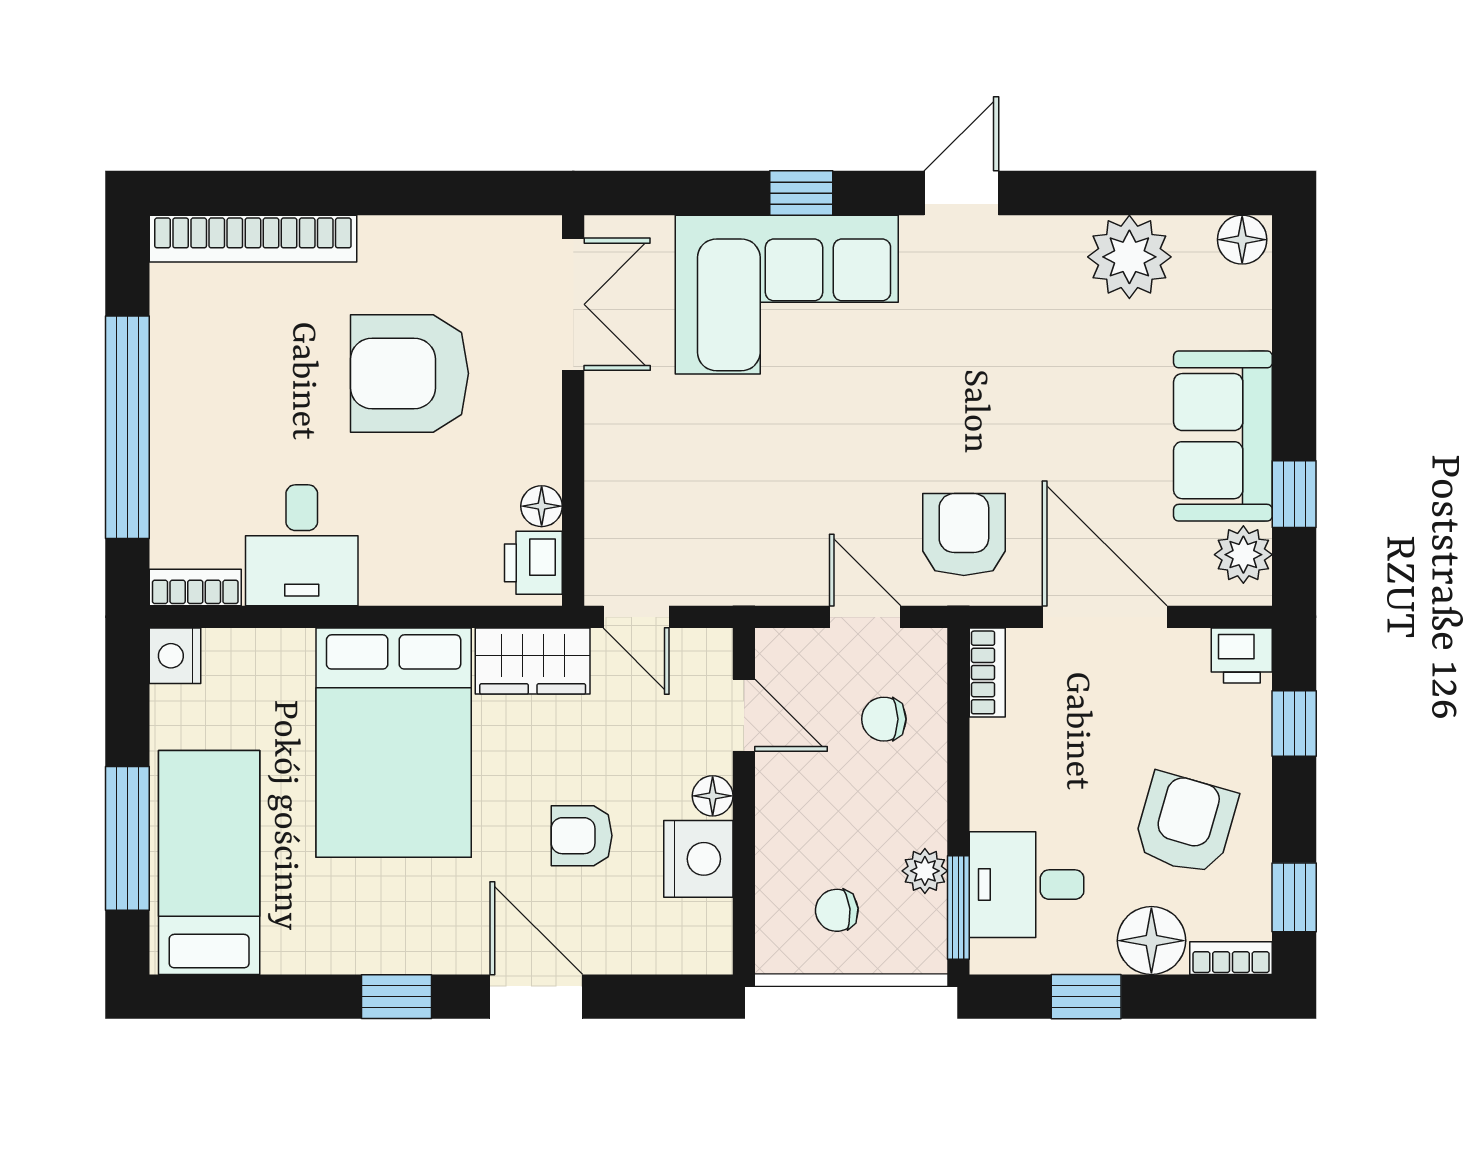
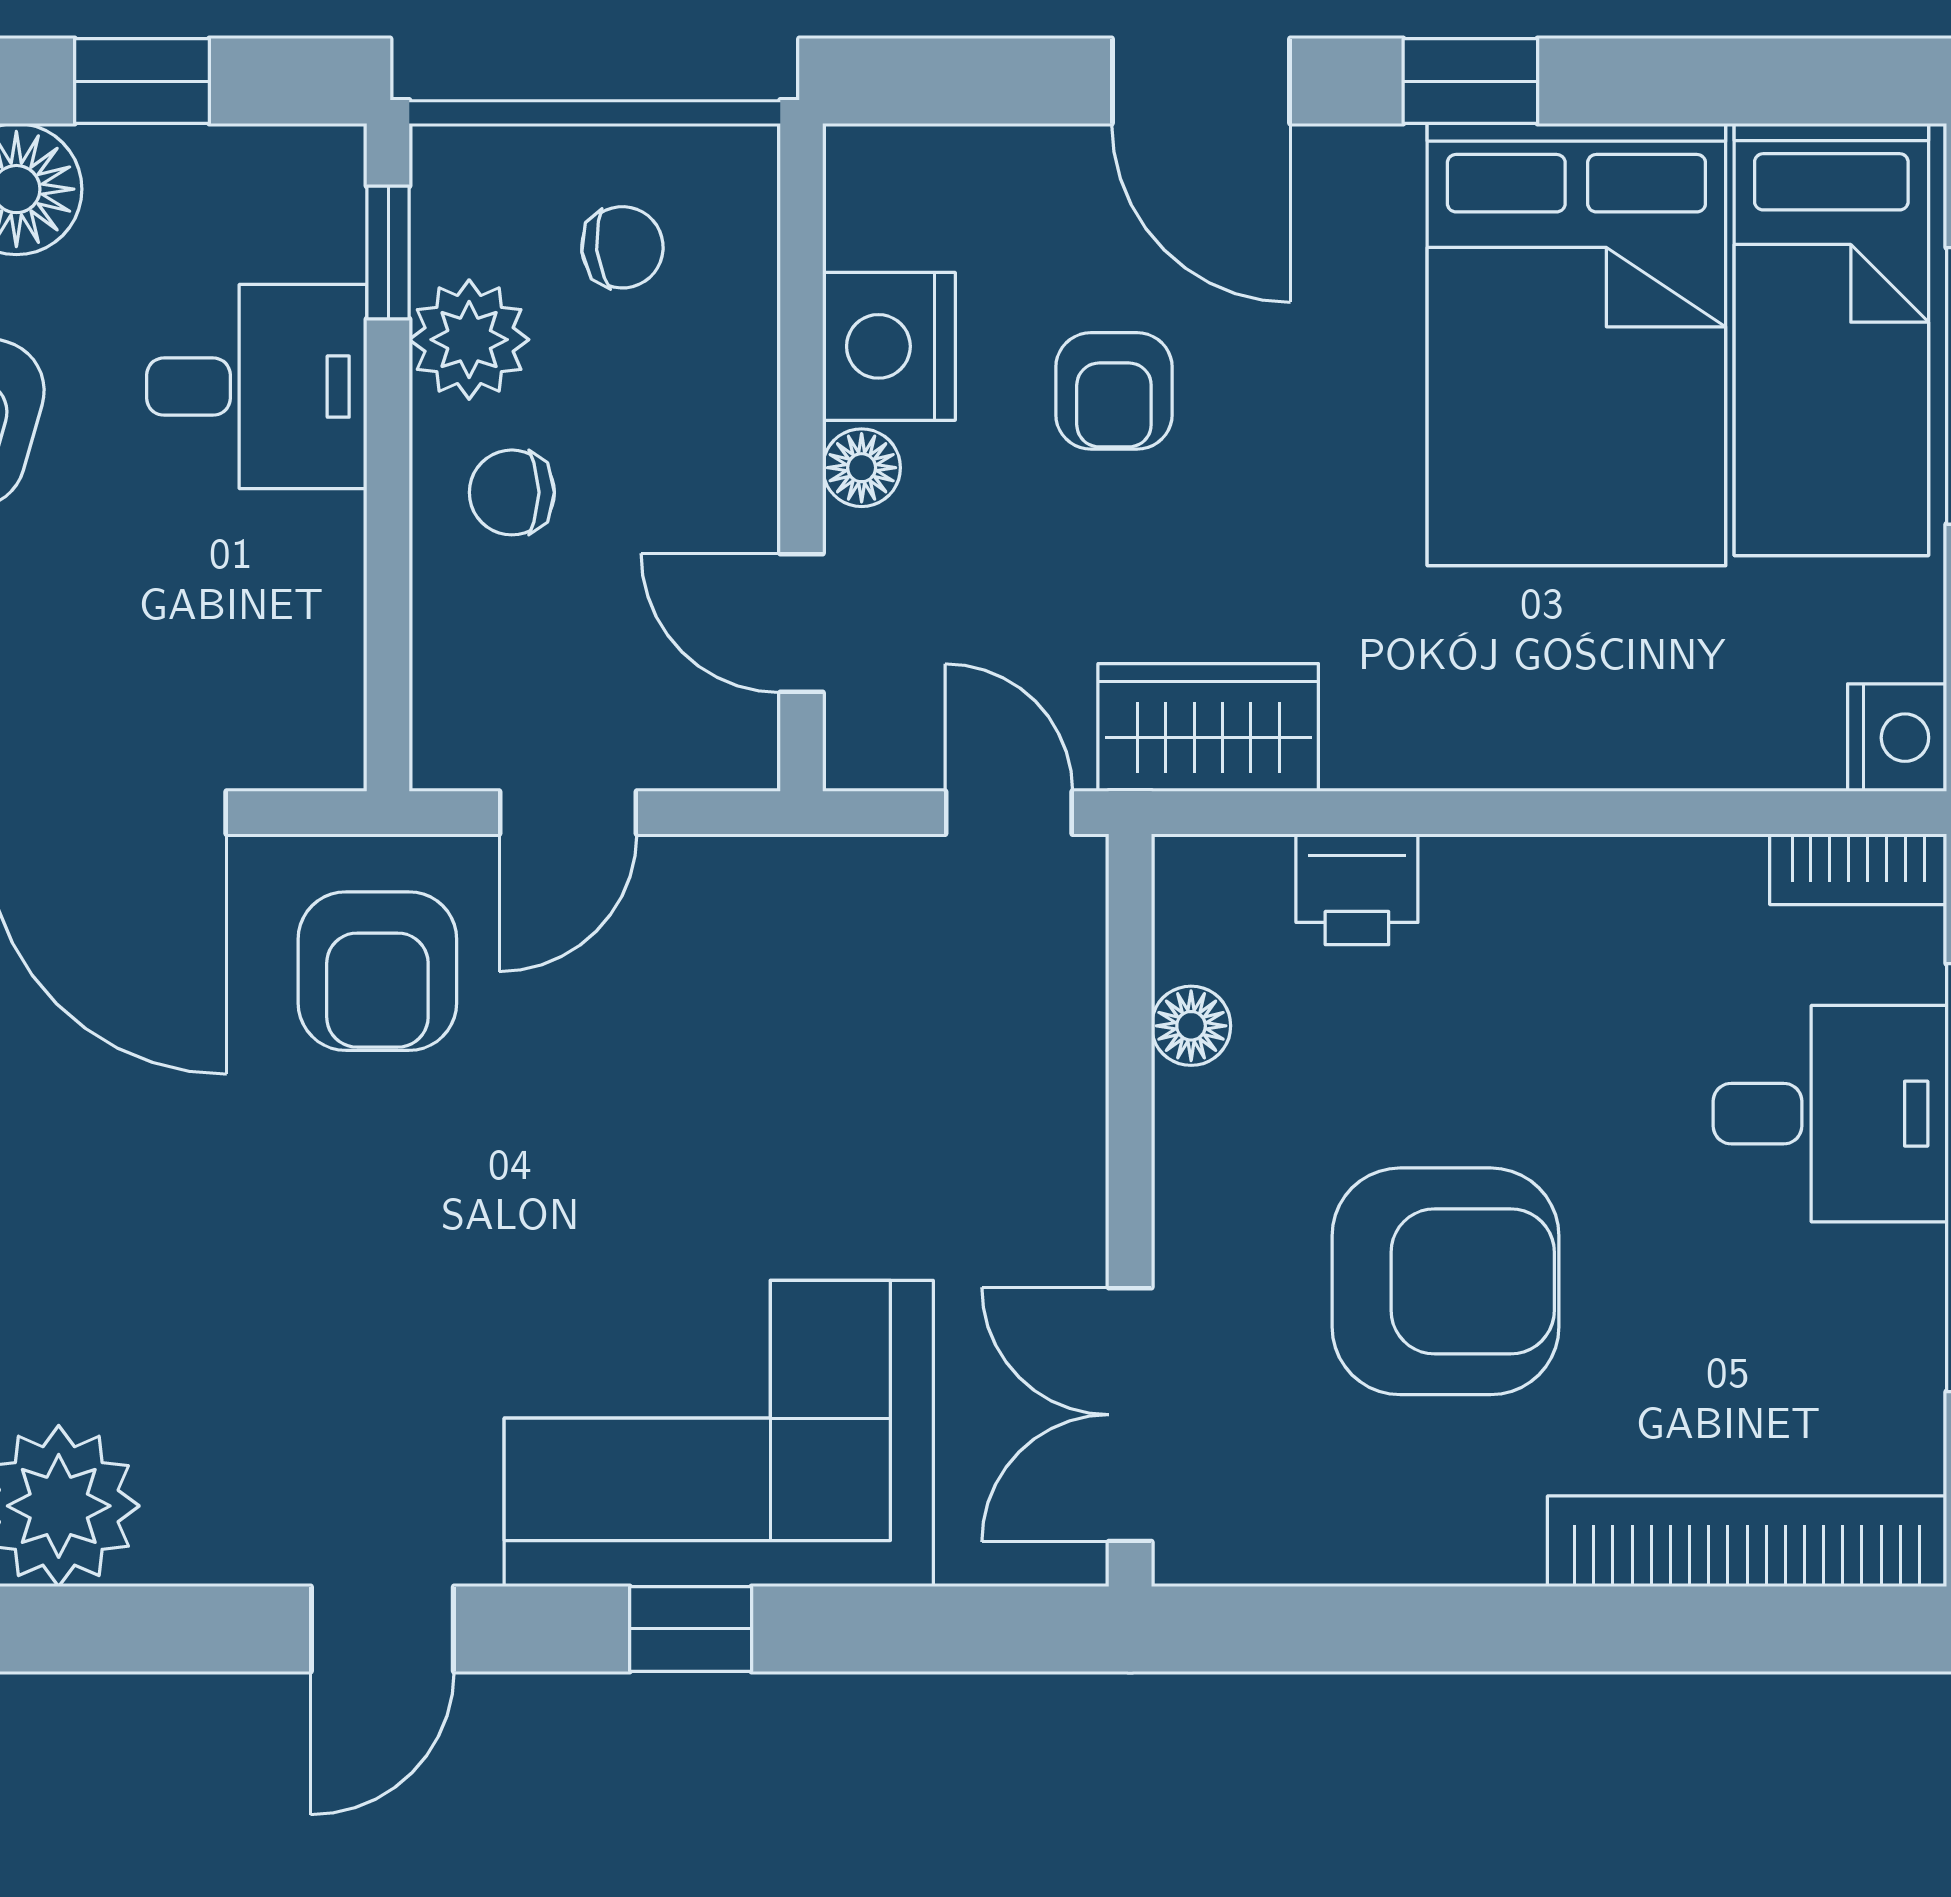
desk: (302, 545) -> (1830, 1114), moved, turned 90
printer: (533, 563) -> (1357, 889), moved, turned 90
door: (865, 617) -> (568, 813), hinge flipped
bookcase: (987, 672) -> (332, 705), removed
chair: (884, 719) -> (512, 492), moved, turned 180
bed: (394, 743) -> (1576, 345), moved, turned 180
armchair: (582, 836) -> (1114, 391), turned 90
plant: (925, 871) -> (469, 340), width x1.38, depth x1.38
desk: (1027, 885) -> (257, 387), moved
window: (958, 908) -> (388, 253), width x0.67

